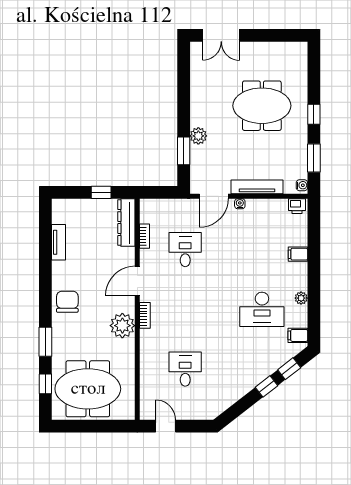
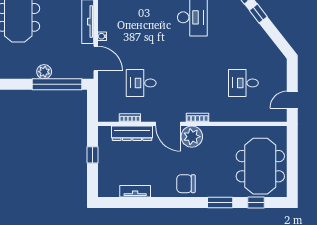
window: (184, 151) -> (57, 84), width x2.11
dresser: (126, 223) -> (132, 133), moved
plant: (122, 326) -> (192, 137), moved

